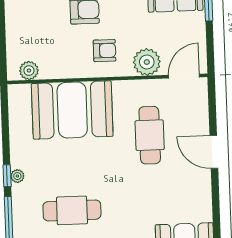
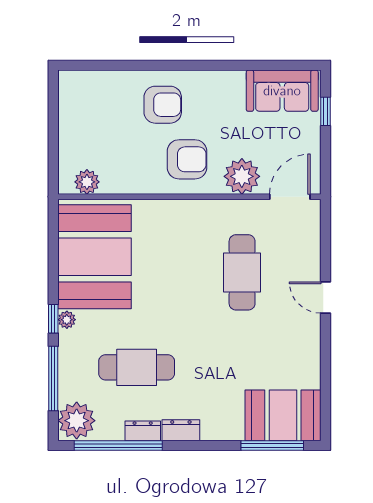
armchair: (105, 51) -> (187, 159), width x1.38, depth x1.38
booth: (72, 110) -> (95, 257), moved, turned 90
door: (214, 152) -> (325, 298), width x0.73

